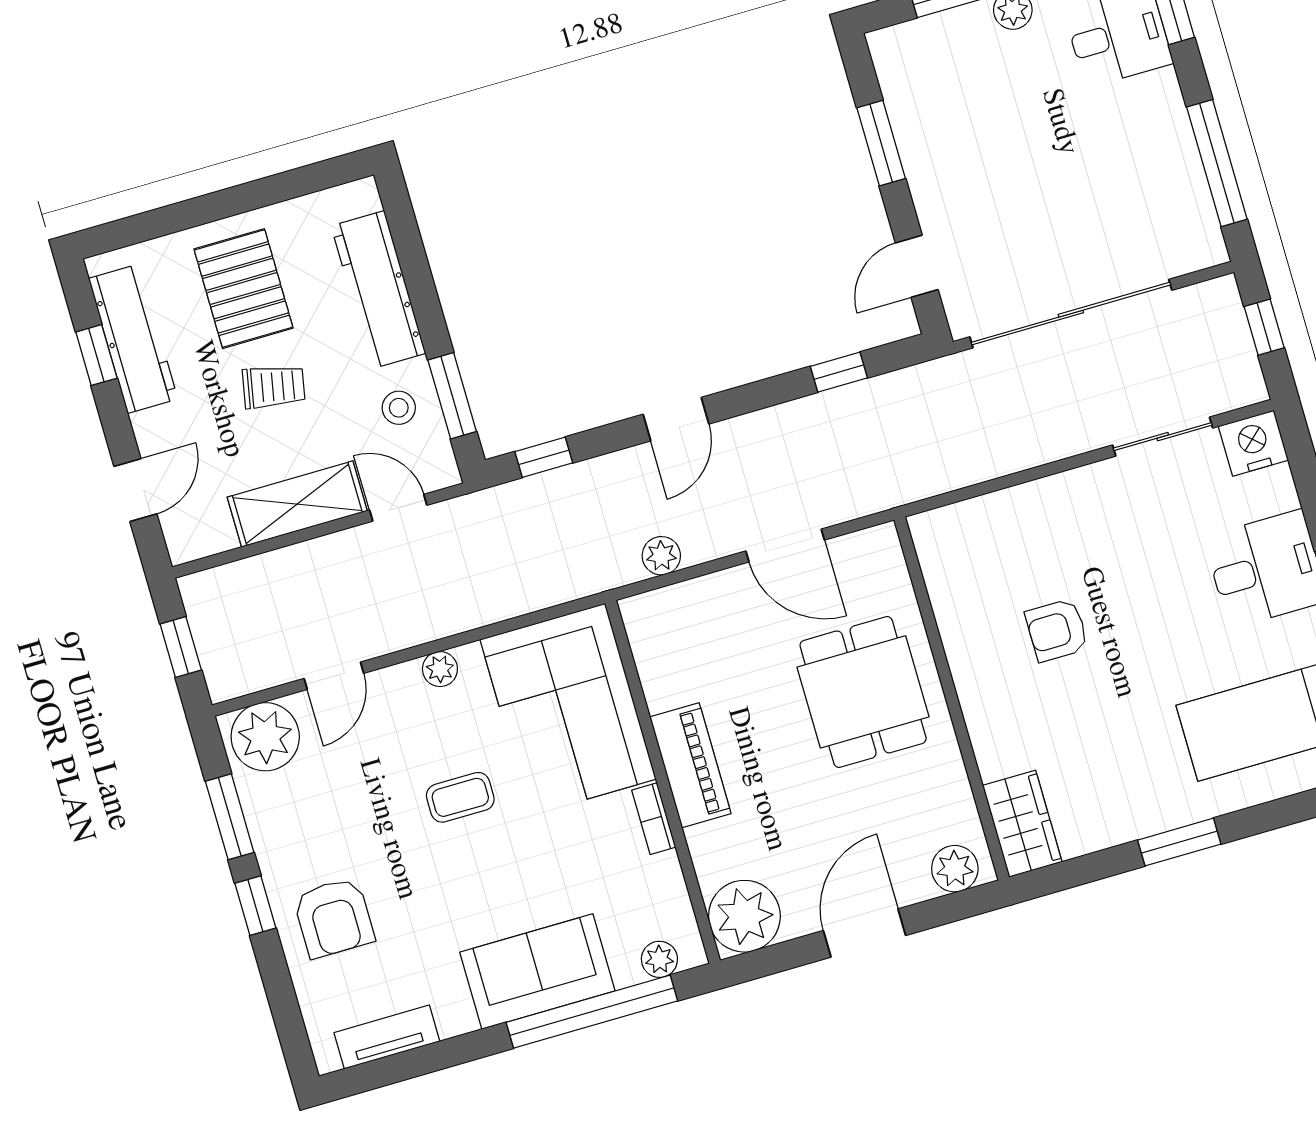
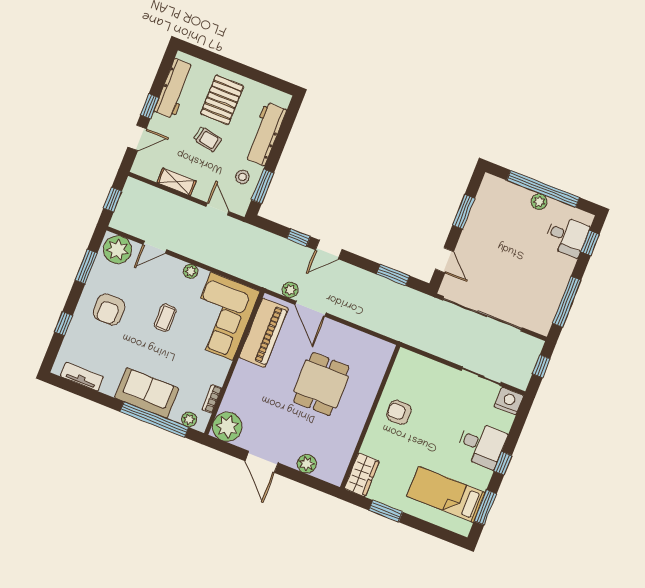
door: (917, 266) -> (444, 260), swing flipped
window: (96, 355) -> (150, 106), moved
window: (839, 372) -> (393, 275), width x1.50
window: (544, 457) -> (299, 238), moved
shelving: (297, 504) -> (177, 182), width x0.67, depth x0.75
door: (785, 546) -> (311, 309), moved
wall: (952, 698) -> (370, 417), moved
piano: (690, 765) -> (264, 333), moved, width x1.37, depth x1.33
coffee table: (460, 797) -> (165, 318), turned 90
bookcase: (654, 819) -> (212, 399), moved
wardrobe: (1022, 824) -> (362, 475), moved
window: (255, 906) -> (64, 324), moved
armchair: (334, 918) -> (109, 309), moved
door: (864, 933) -> (262, 462), swing flipped

